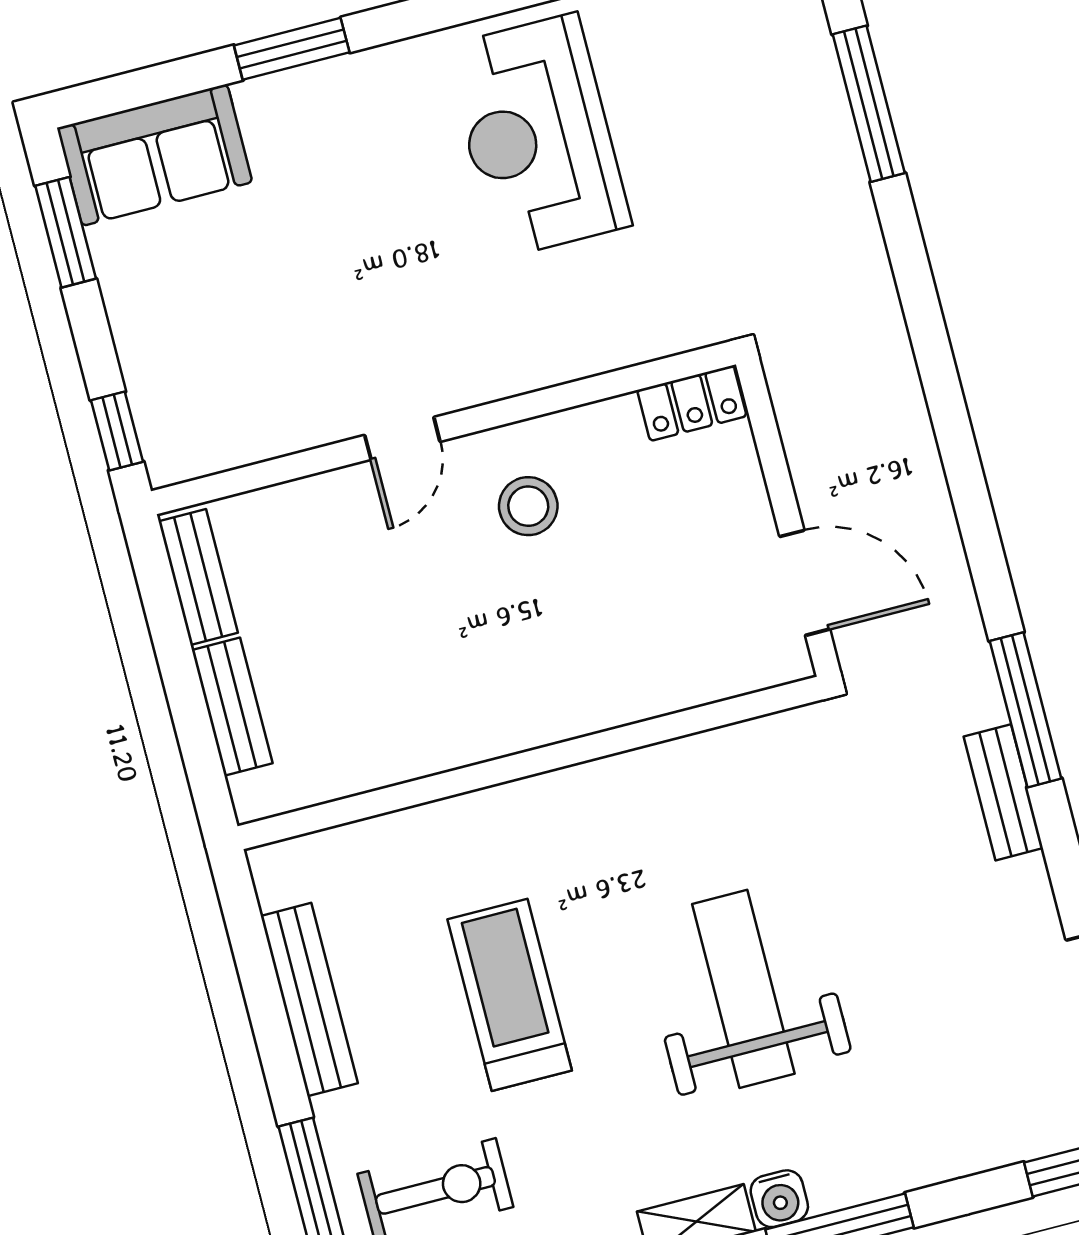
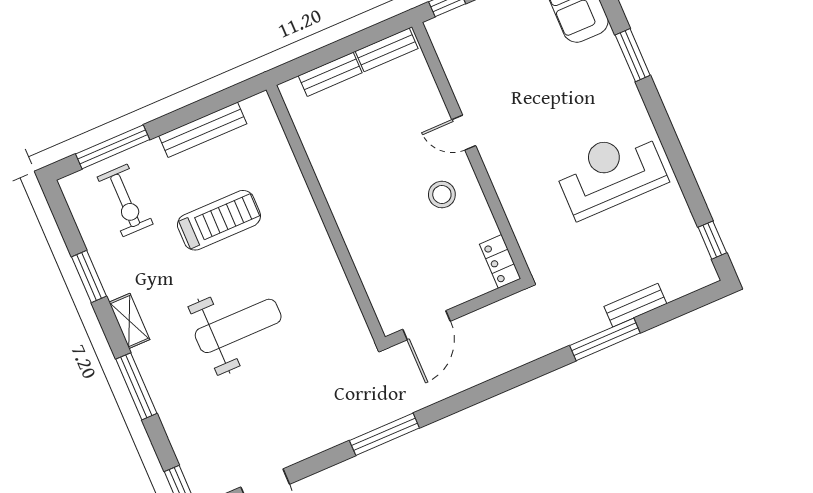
window: (869, 104) -> (605, 339), moved
bench: (1003, 792) -> (635, 305), moved
water cooler: (779, 1199) -> (146, 357), removed

